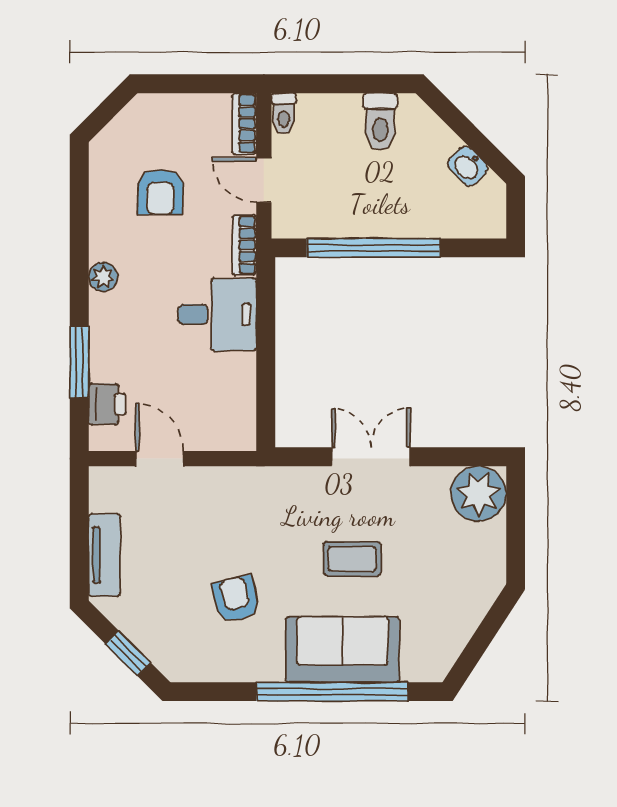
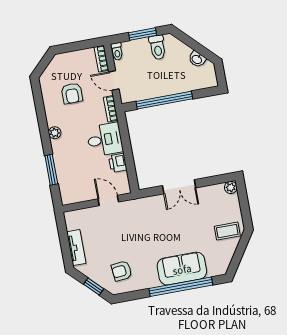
window: (351, 84) -> (143, 34), added
printer: (107, 404) -> (118, 163), moved, turned 180
double door: (371, 457) -> (179, 187), swing flipped
door: (160, 459) -> (108, 200), moved
plant: (479, 494) -> (231, 188), width x0.53, depth x0.53
coffee table: (352, 559) -> (227, 231), moved
armchair: (236, 599) -> (122, 271), moved, turned -83

